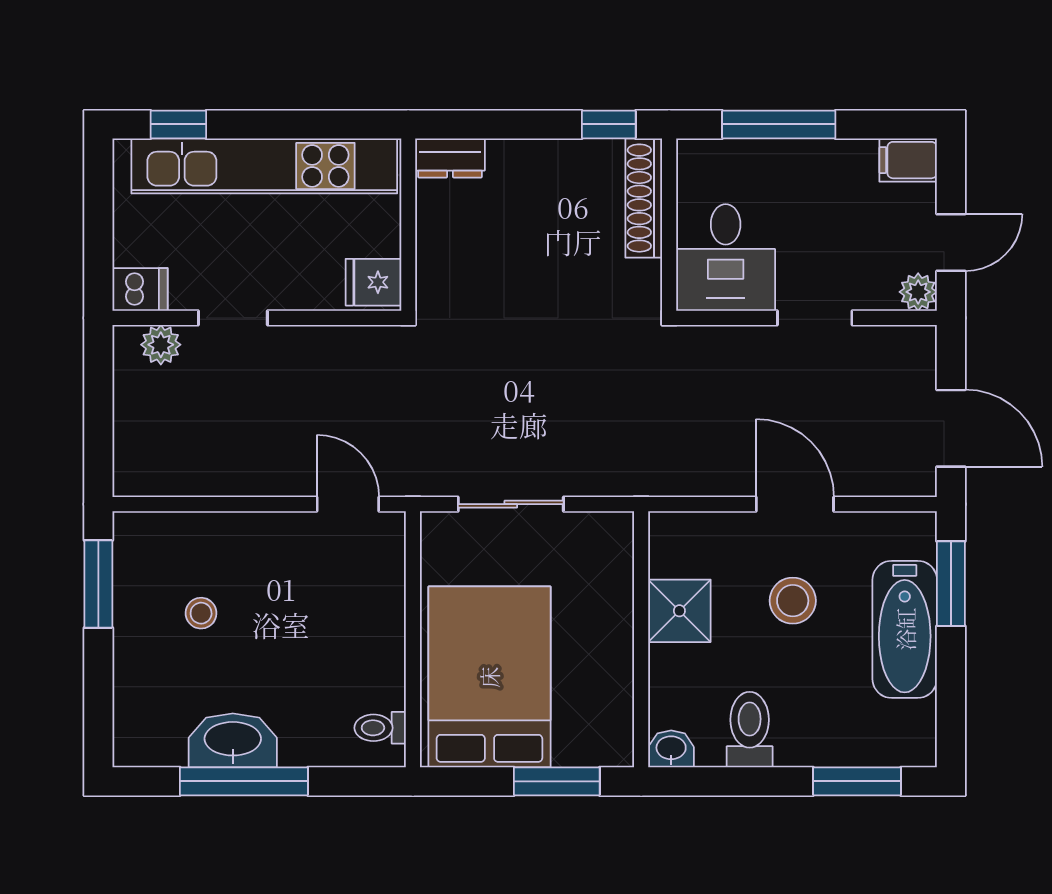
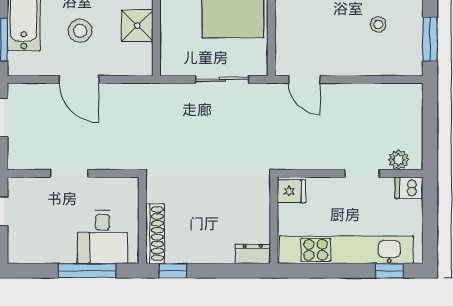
filing cabinet: (908, 160) -> (22, 253), removed
desk: (726, 257) -> (102, 237), moved, turned 180
plant: (918, 292) -> (17, 186), removed

